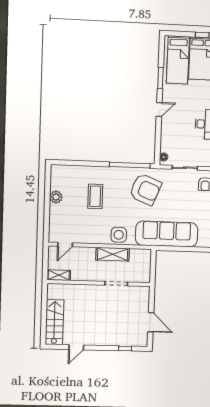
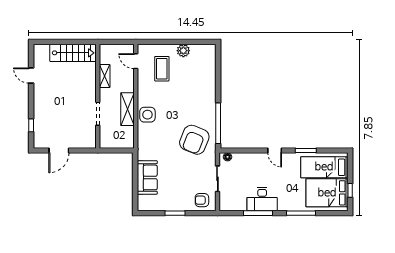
coffee table: (95, 196) -> (162, 69), moved, turned 90
sofa: (167, 234) -> (147, 177), width x0.54, depth x0.79
shelving: (59, 275) -> (105, 76), moved
stairs: (54, 322) -> (73, 53), moved

